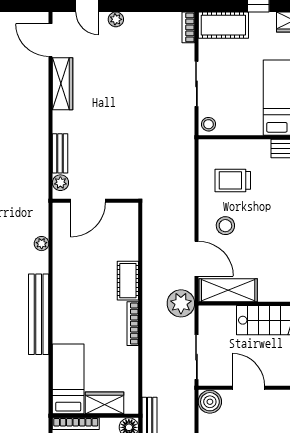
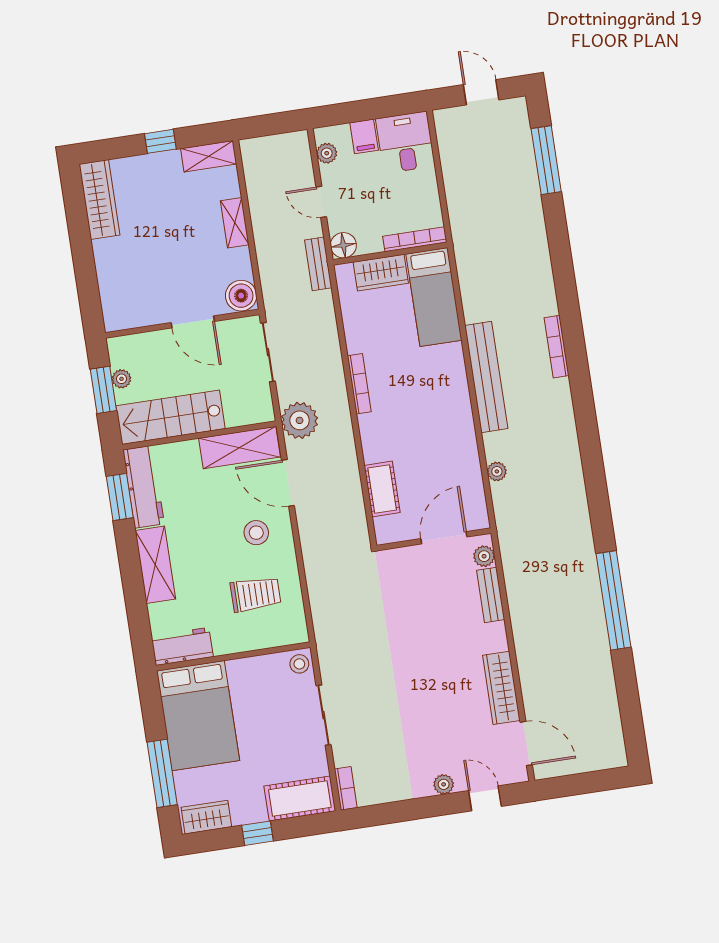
cot: (128, 281) -> (382, 489), moved

